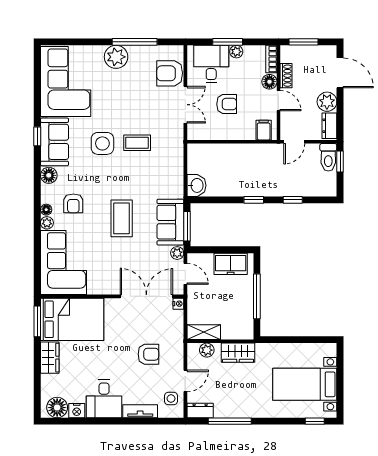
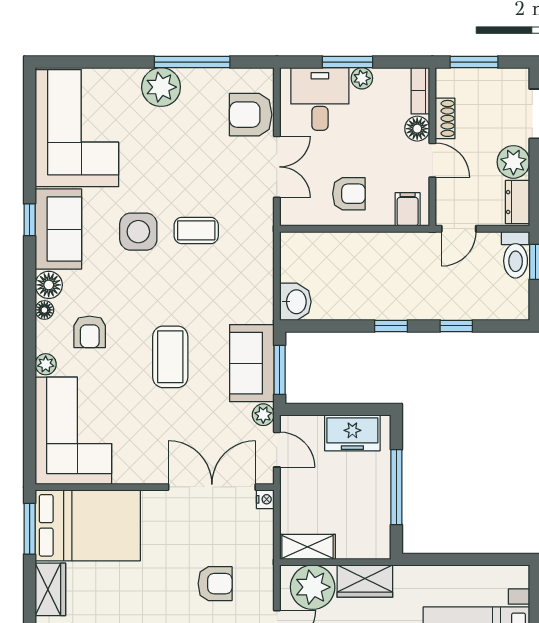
armchair: (227, 104) -> (349, 194), moved
floor lamp: (46, 210) -> (44, 310), moved
plant: (207, 350) -> (313, 587), width x1.88, depth x1.88

